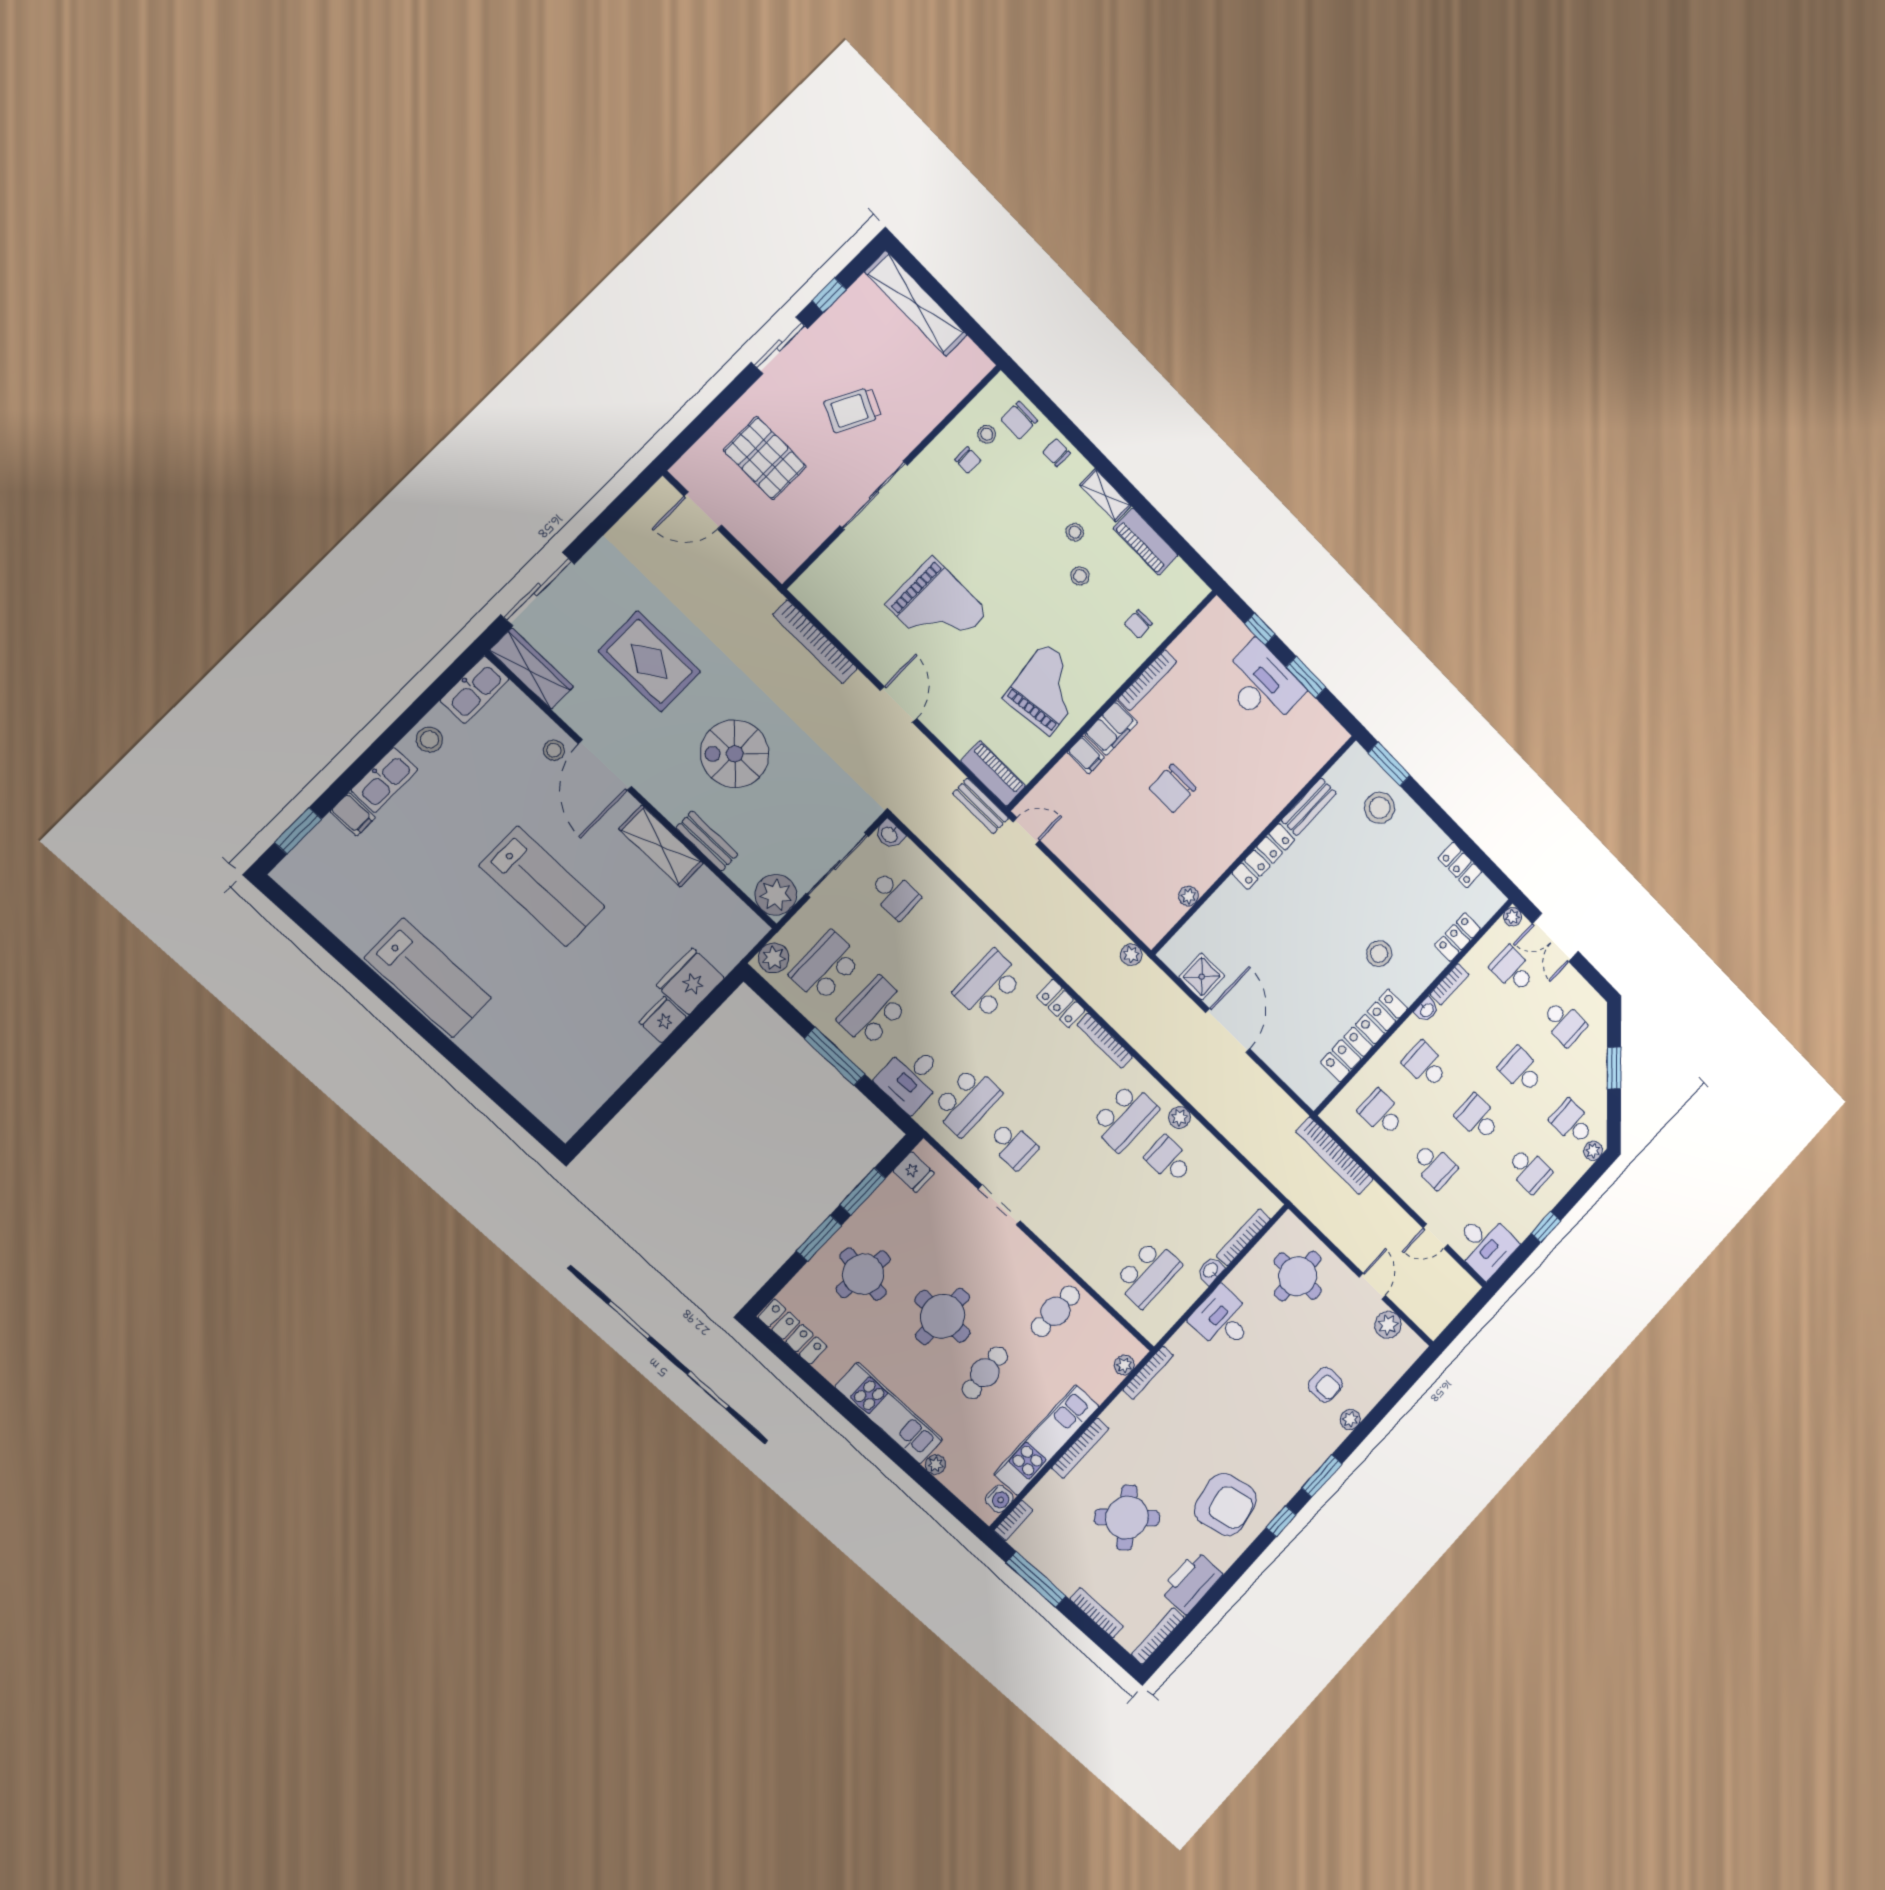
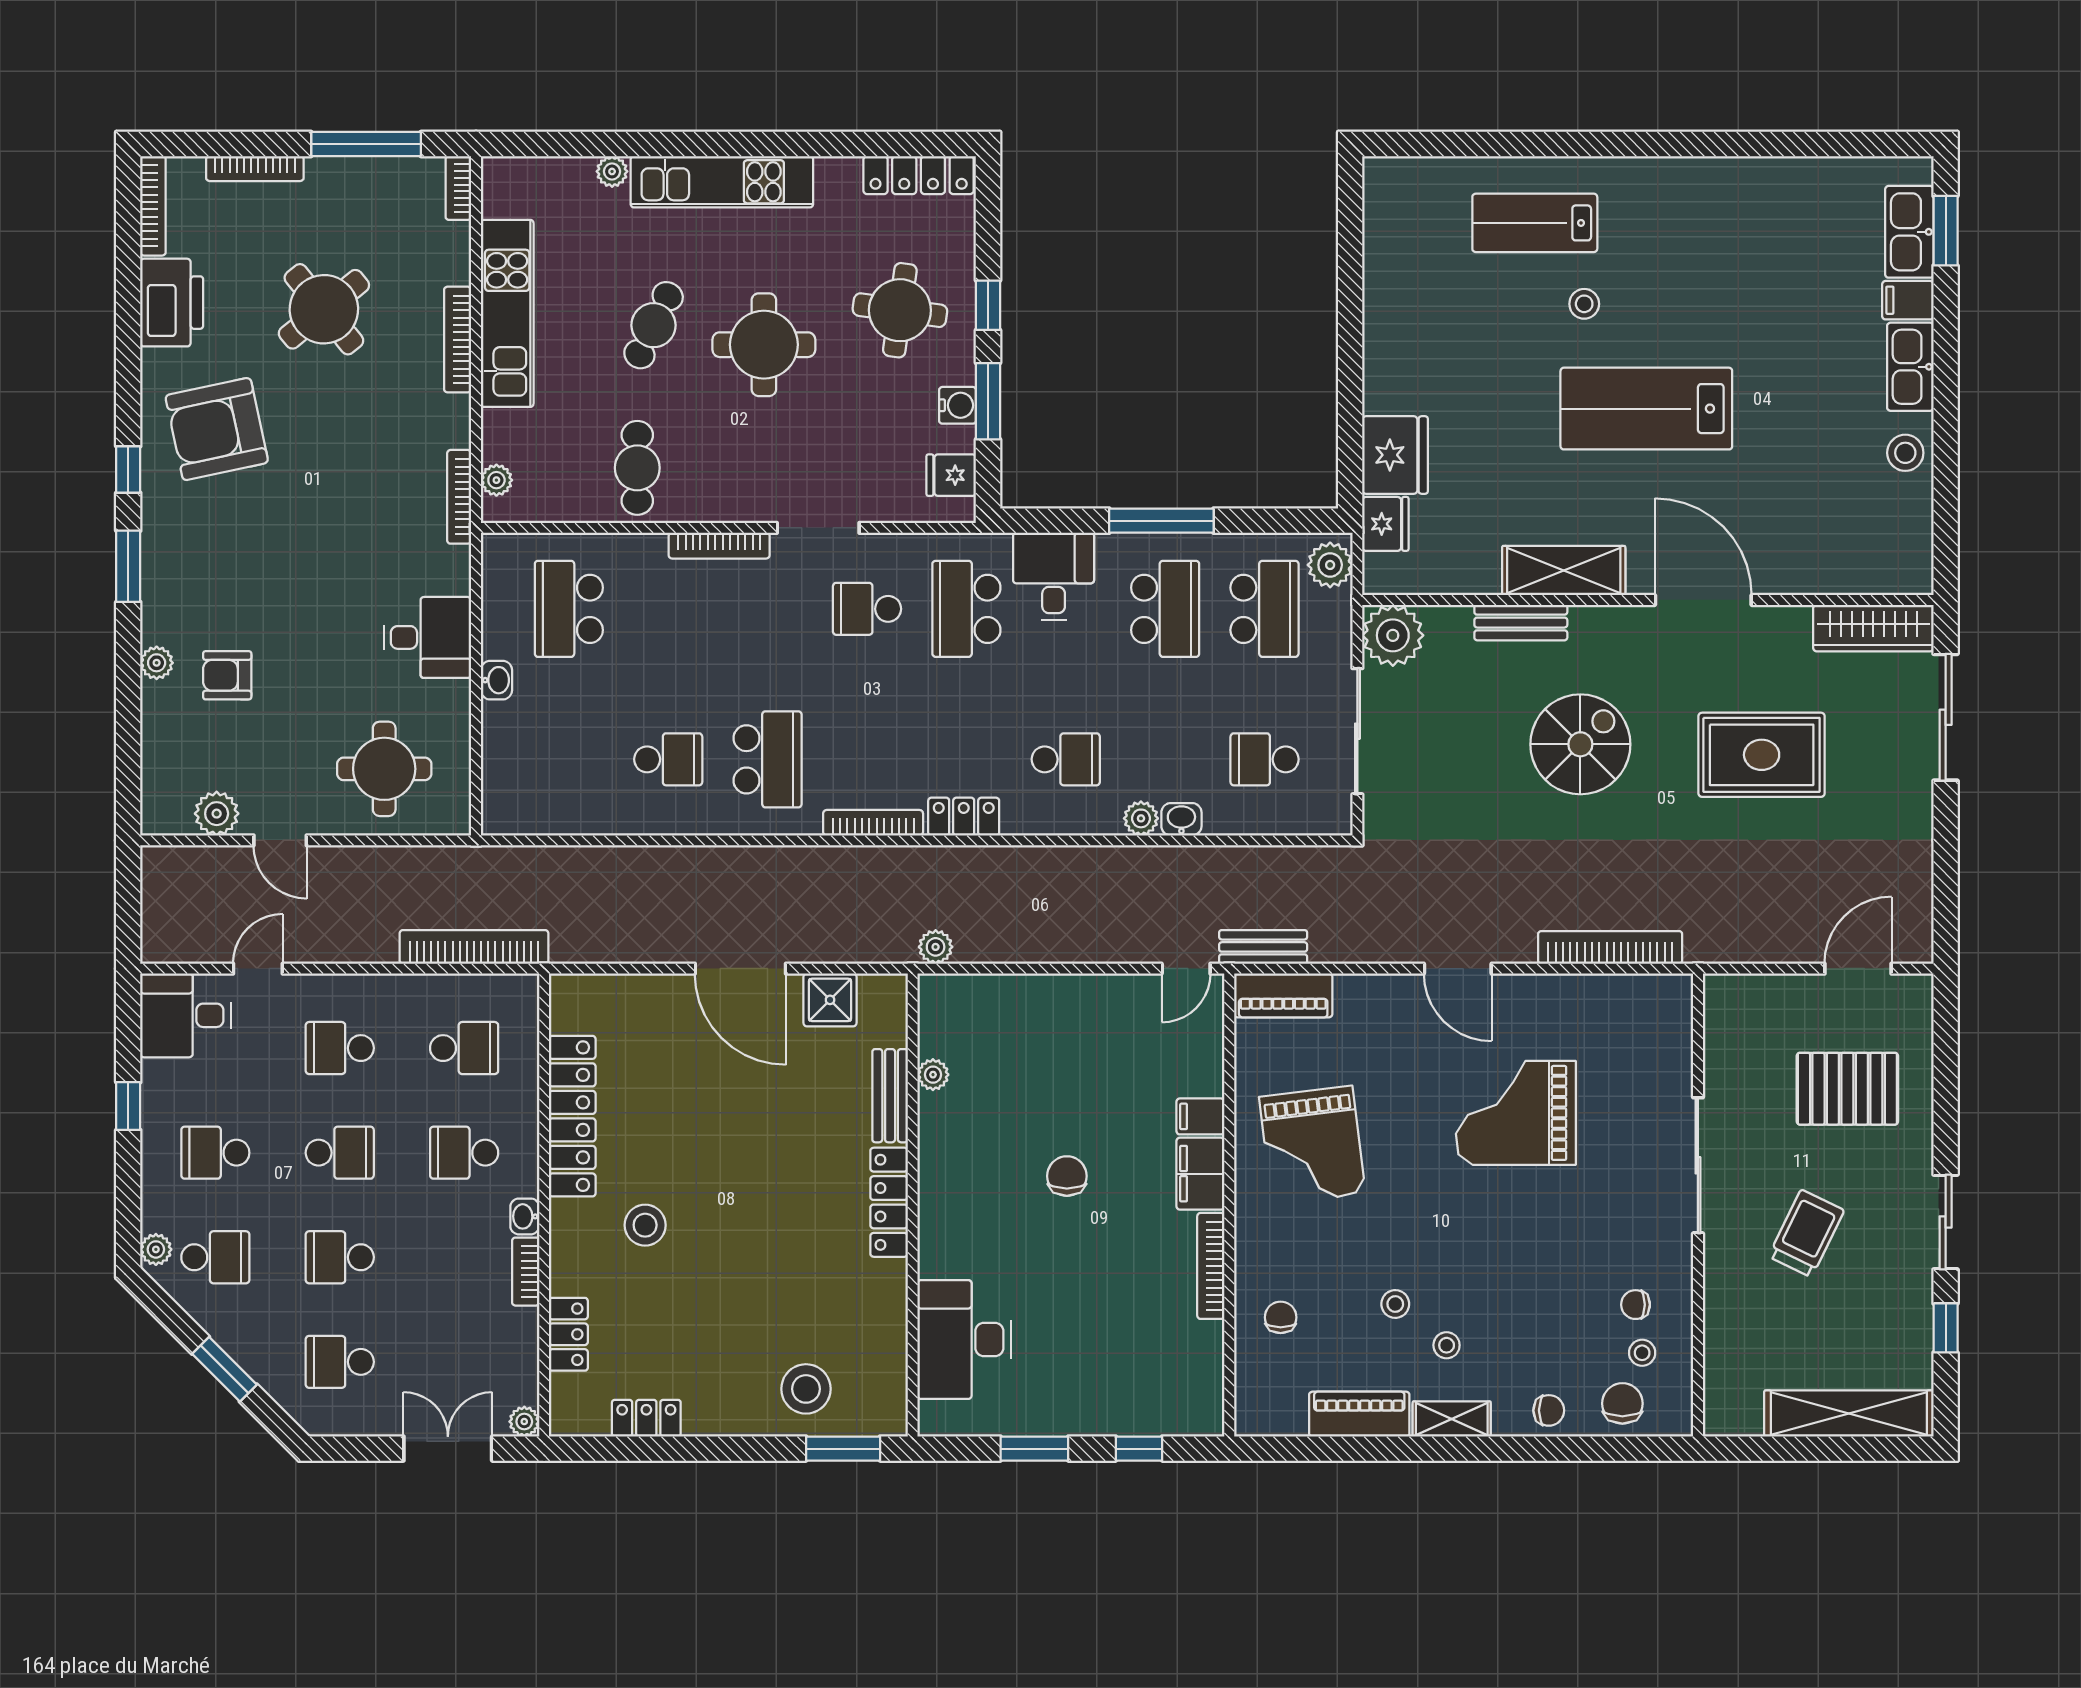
desk: (1262, 685) -> (964, 1340), moved, turned 90
kitchen sink: (475, 690) -> (1909, 232), moved
stool: (554, 750) -> (1584, 304), moved
chair: (1173, 788) -> (1067, 1176), width x0.73, depth x0.73
bench: (1309, 807) -> (890, 1096), moved
washbasin: (890, 834) -> (1181, 819), moved
school desk: (1513, 970) -> (464, 1362), removed
lab bench: (428, 978) -> (1535, 223), moved, width x0.73, depth x0.72
school desk: (988, 985) -> (1066, 759), width x0.54
fridge: (663, 1020) -> (1385, 524), moved
school desk: (1425, 1065) -> (464, 1153), turned 180
school desk: (1521, 1070) -> (340, 1257), turned 180
school desk: (1125, 1117) -> (768, 759), turned 180
plant: (1179, 1117) -> (1141, 818), moved
bookcase: (1243, 1237) -> (719, 546), moved, turned 90
window: (819, 1238) -> (988, 305), width x0.67
cafe table: (985, 1373) -> (654, 325), turned 31
water cooler: (999, 1499) -> (958, 405), moved, turned 180

